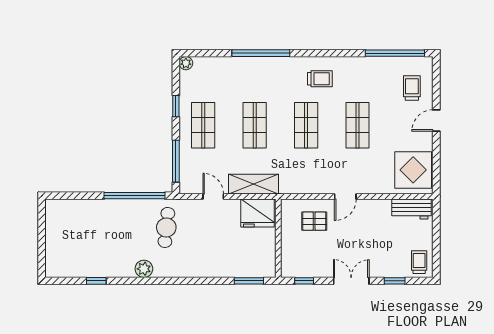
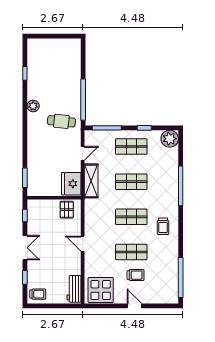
plant: (186, 63) -> (170, 139), width x1.88, depth x1.88
trolley: (412, 88) -> (135, 275), moved
pallet: (314, 221) -> (67, 210), moved

